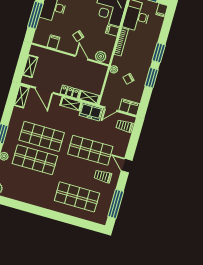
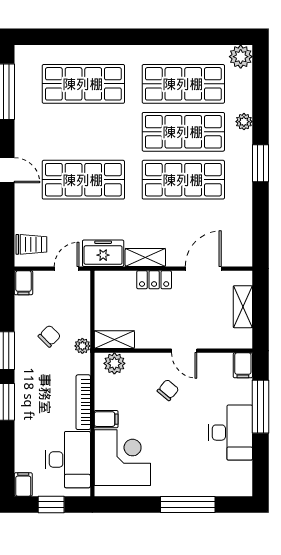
filing cabinet: (54, 42) -> (243, 365), moved
door: (81, 58) -> (184, 351), moved
door: (44, 90) -> (203, 269), hinge flipped
shelving: (22, 96) -> (243, 245), removed
shelving: (89, 97) -> (114, 340), moved
filing cabinet: (129, 107) -> (23, 283), width x0.50
trolley: (103, 176) -> (45, 137), removed
shop shelf: (28, 183) -> (183, 84), added

